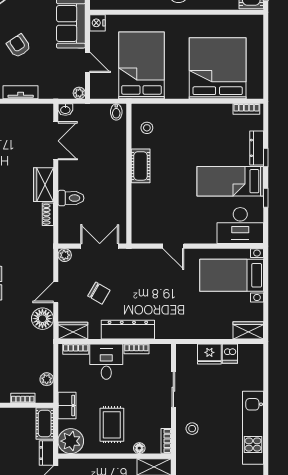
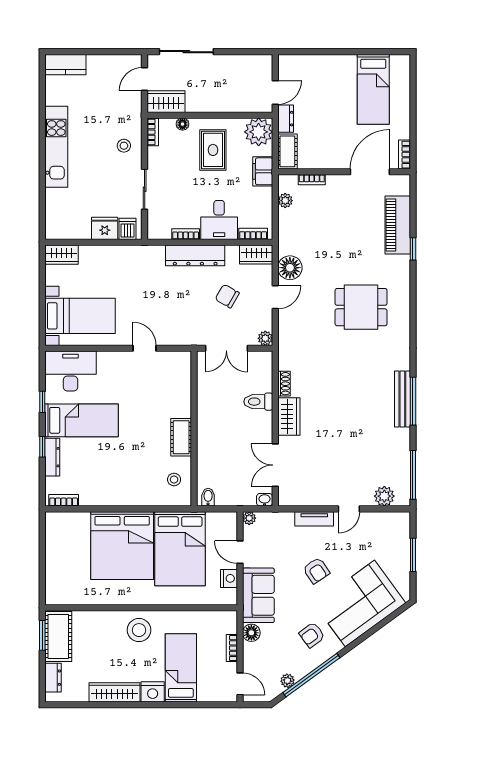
nightstand: (97, 23) -> (229, 578), moved
bed: (218, 68) -> (122, 546), moved
dishwasher: (230, 354) -> (127, 229), moved

